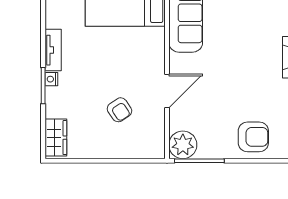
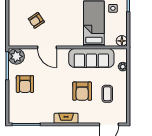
armchair: (244, 29) -> (82, 91), added
armchair: (253, 137) -> (25, 84), moved

